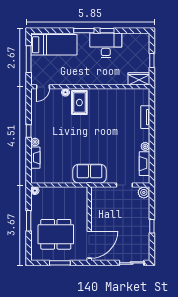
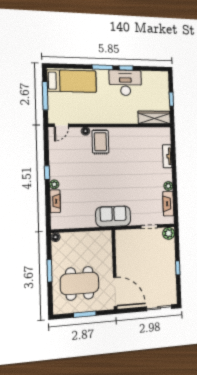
wardrobe: (139, 79) -> (154, 117), width x1.50
door: (89, 245) -> (115, 292), hinge flipped

